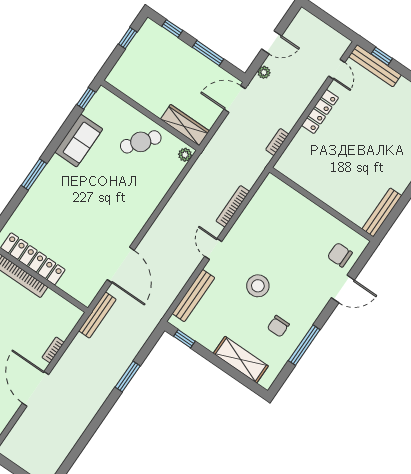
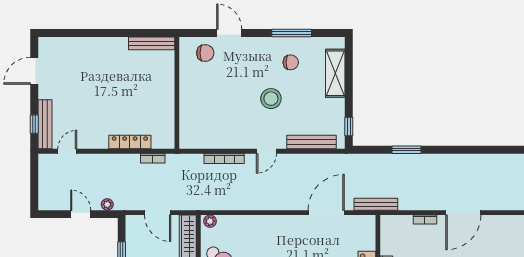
door: (235, 99) -> (158, 213), moved
locker: (320, 112) -> (130, 142), moved
chair: (340, 255) -> (205, 53), turned -90

